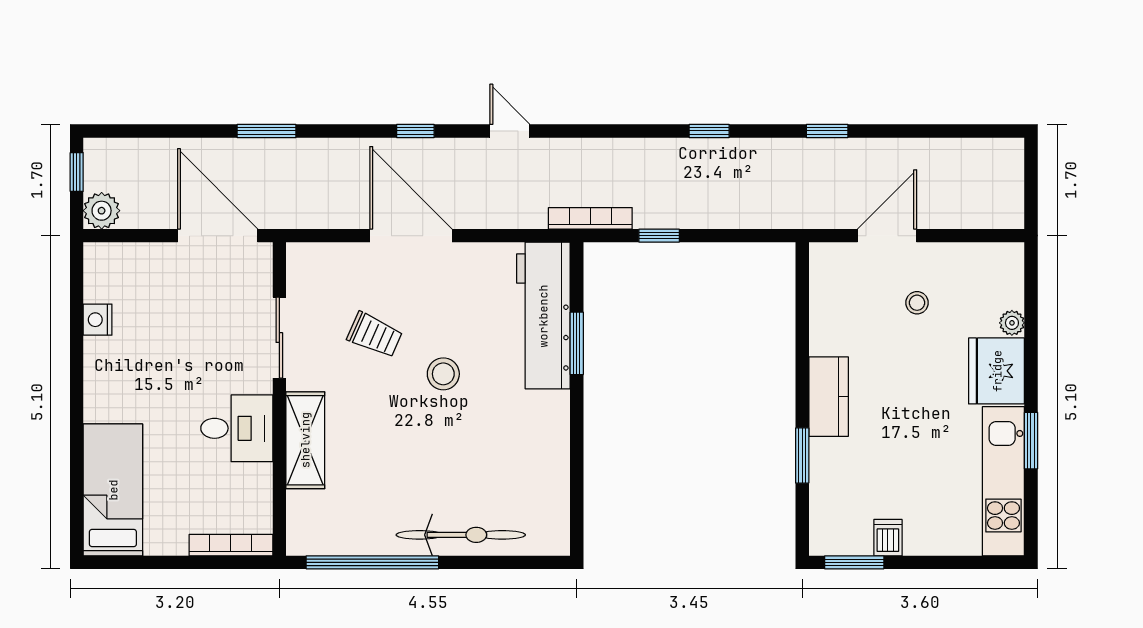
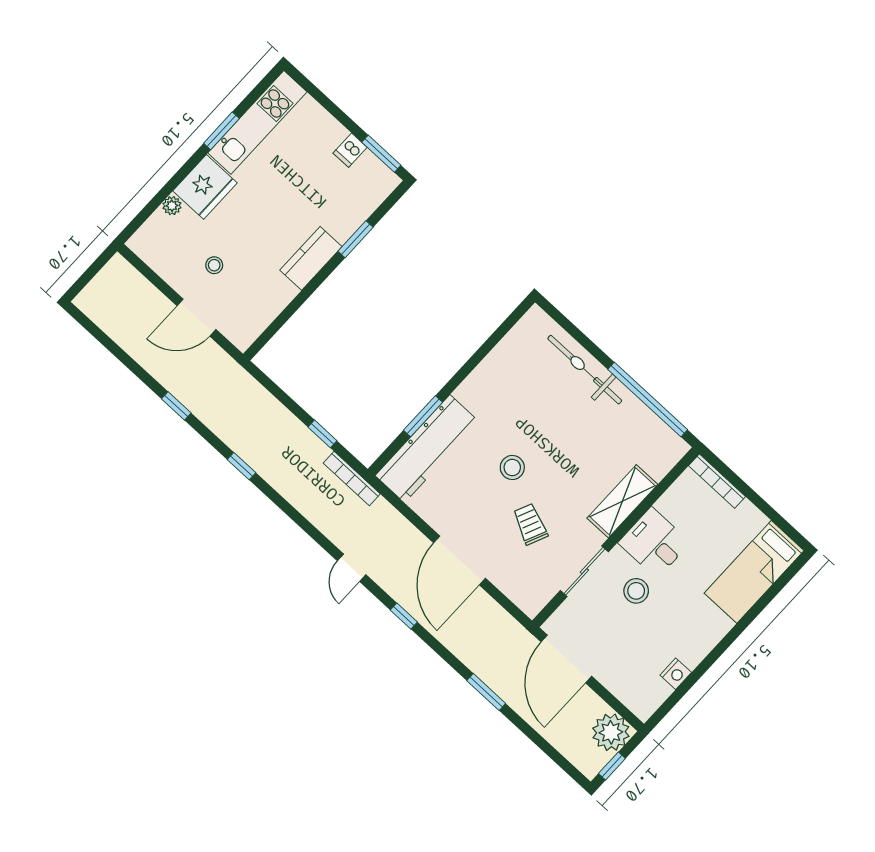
plant: (102, 211) -> (611, 732), width x1.36, depth x1.36
stool: (211, 365) -> (636, 591), added

